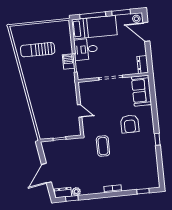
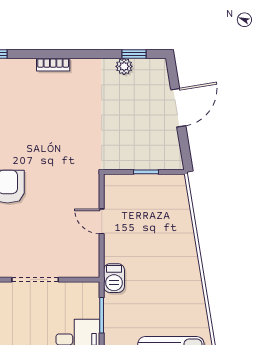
barbecue: (68, 61) -> (114, 278), moved
coffee table: (103, 146) -> (64, 149), removed
dresser: (63, 193) -> (150, 67), removed

